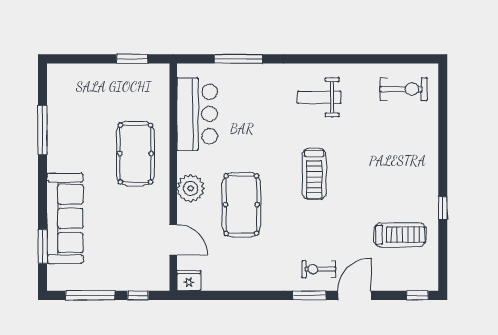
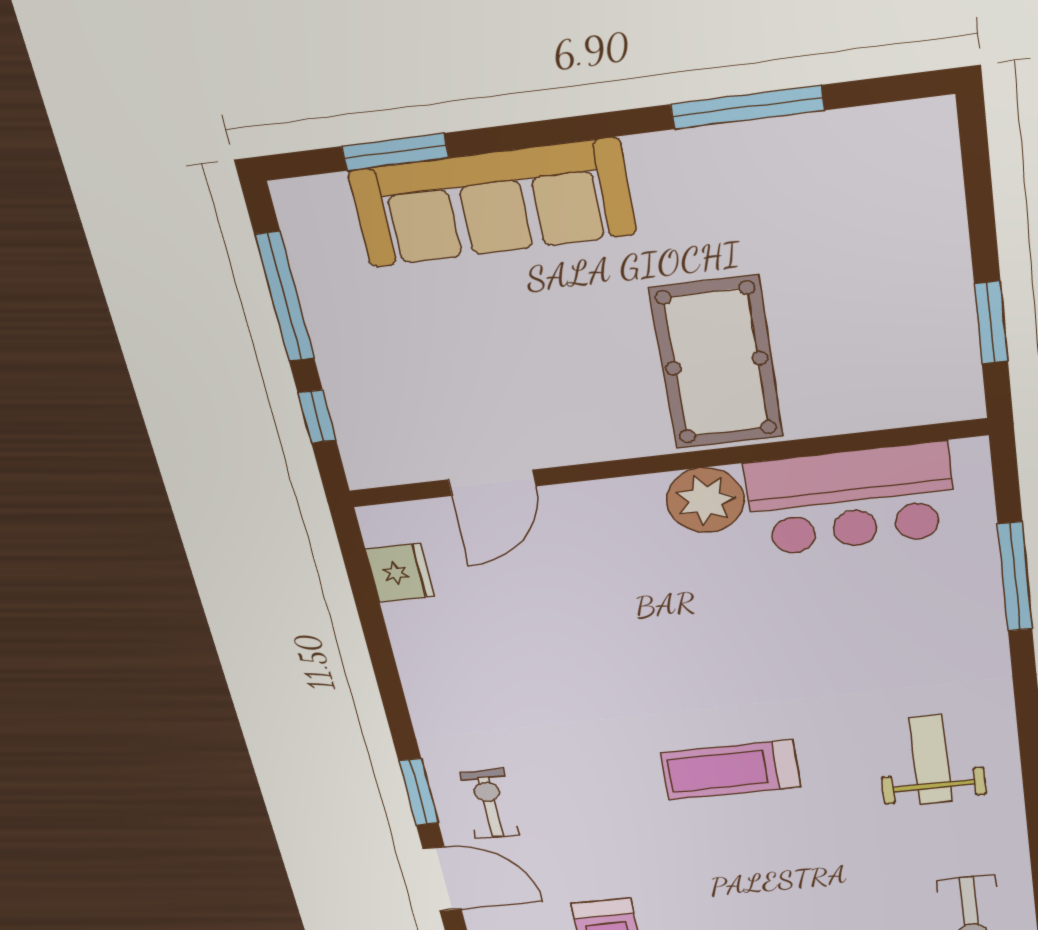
pool table: (135, 154) -> (717, 363), turned 90
plant: (191, 188) -> (705, 500), moved
pool table: (241, 205) -> (621, 626), removed
fridge: (189, 281) -> (400, 573), moved

